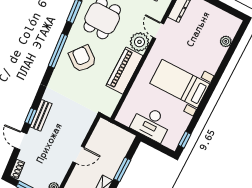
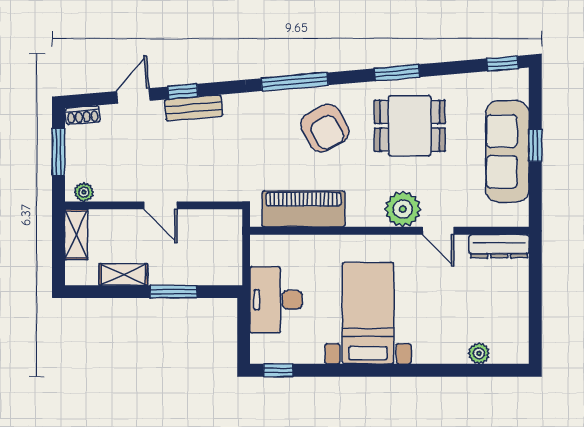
door: (158, 31) -> (438, 231), swing flipped
window: (58, 51) -> (295, 82), moved
armchair: (82, 59) -> (325, 128), turned 113
piano: (124, 71) -> (304, 209), moved

